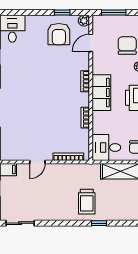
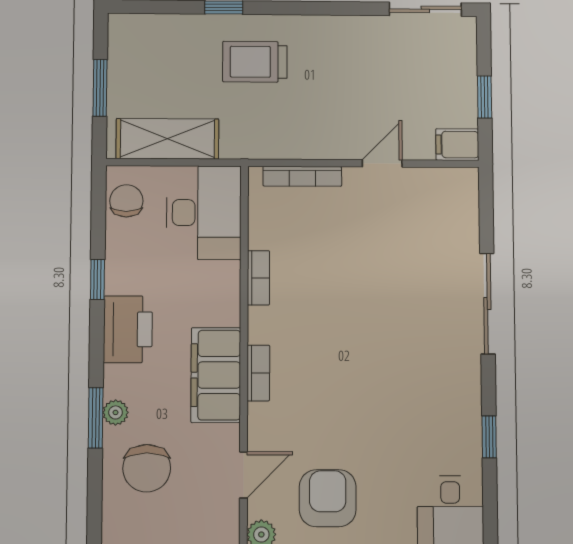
filing cabinet: (101, 93) -> (216, 375), moved
desk: (106, 148) -> (204, 213), width x1.37
trolley: (87, 202) -> (255, 62), turned -90

